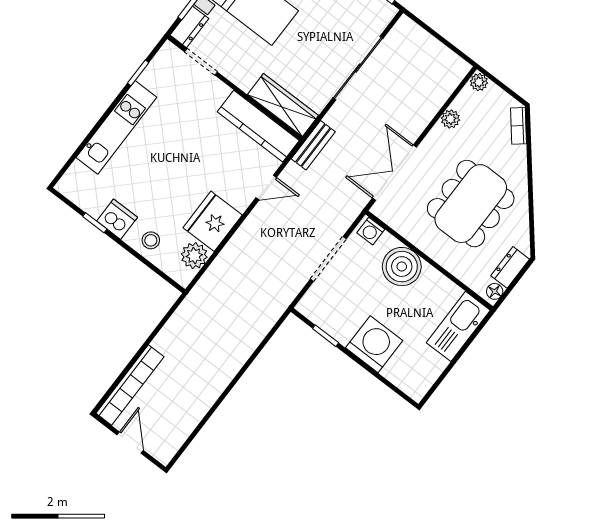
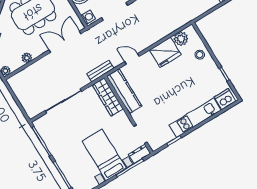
double door: (394, 173) -> (65, 42), swing flipped
dishwasher: (117, 219) -> (225, 99), moved, turned 90

